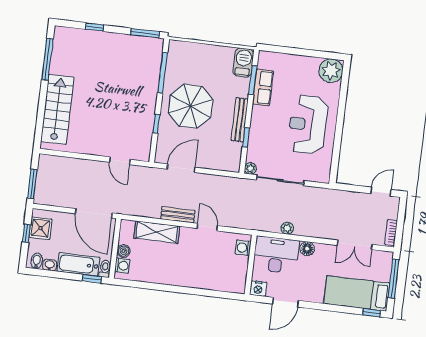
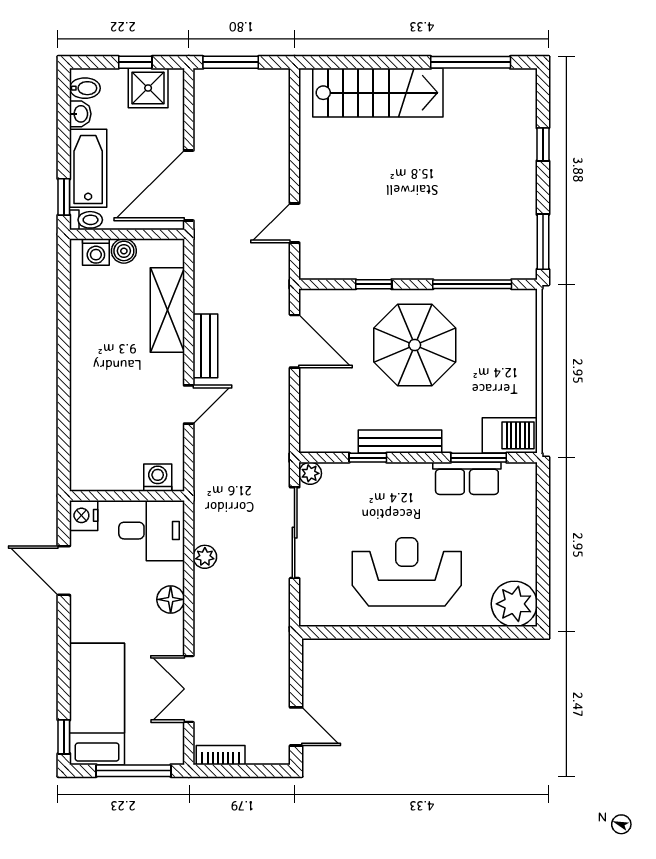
desk: (276, 255) -> (152, 531), width x0.73

